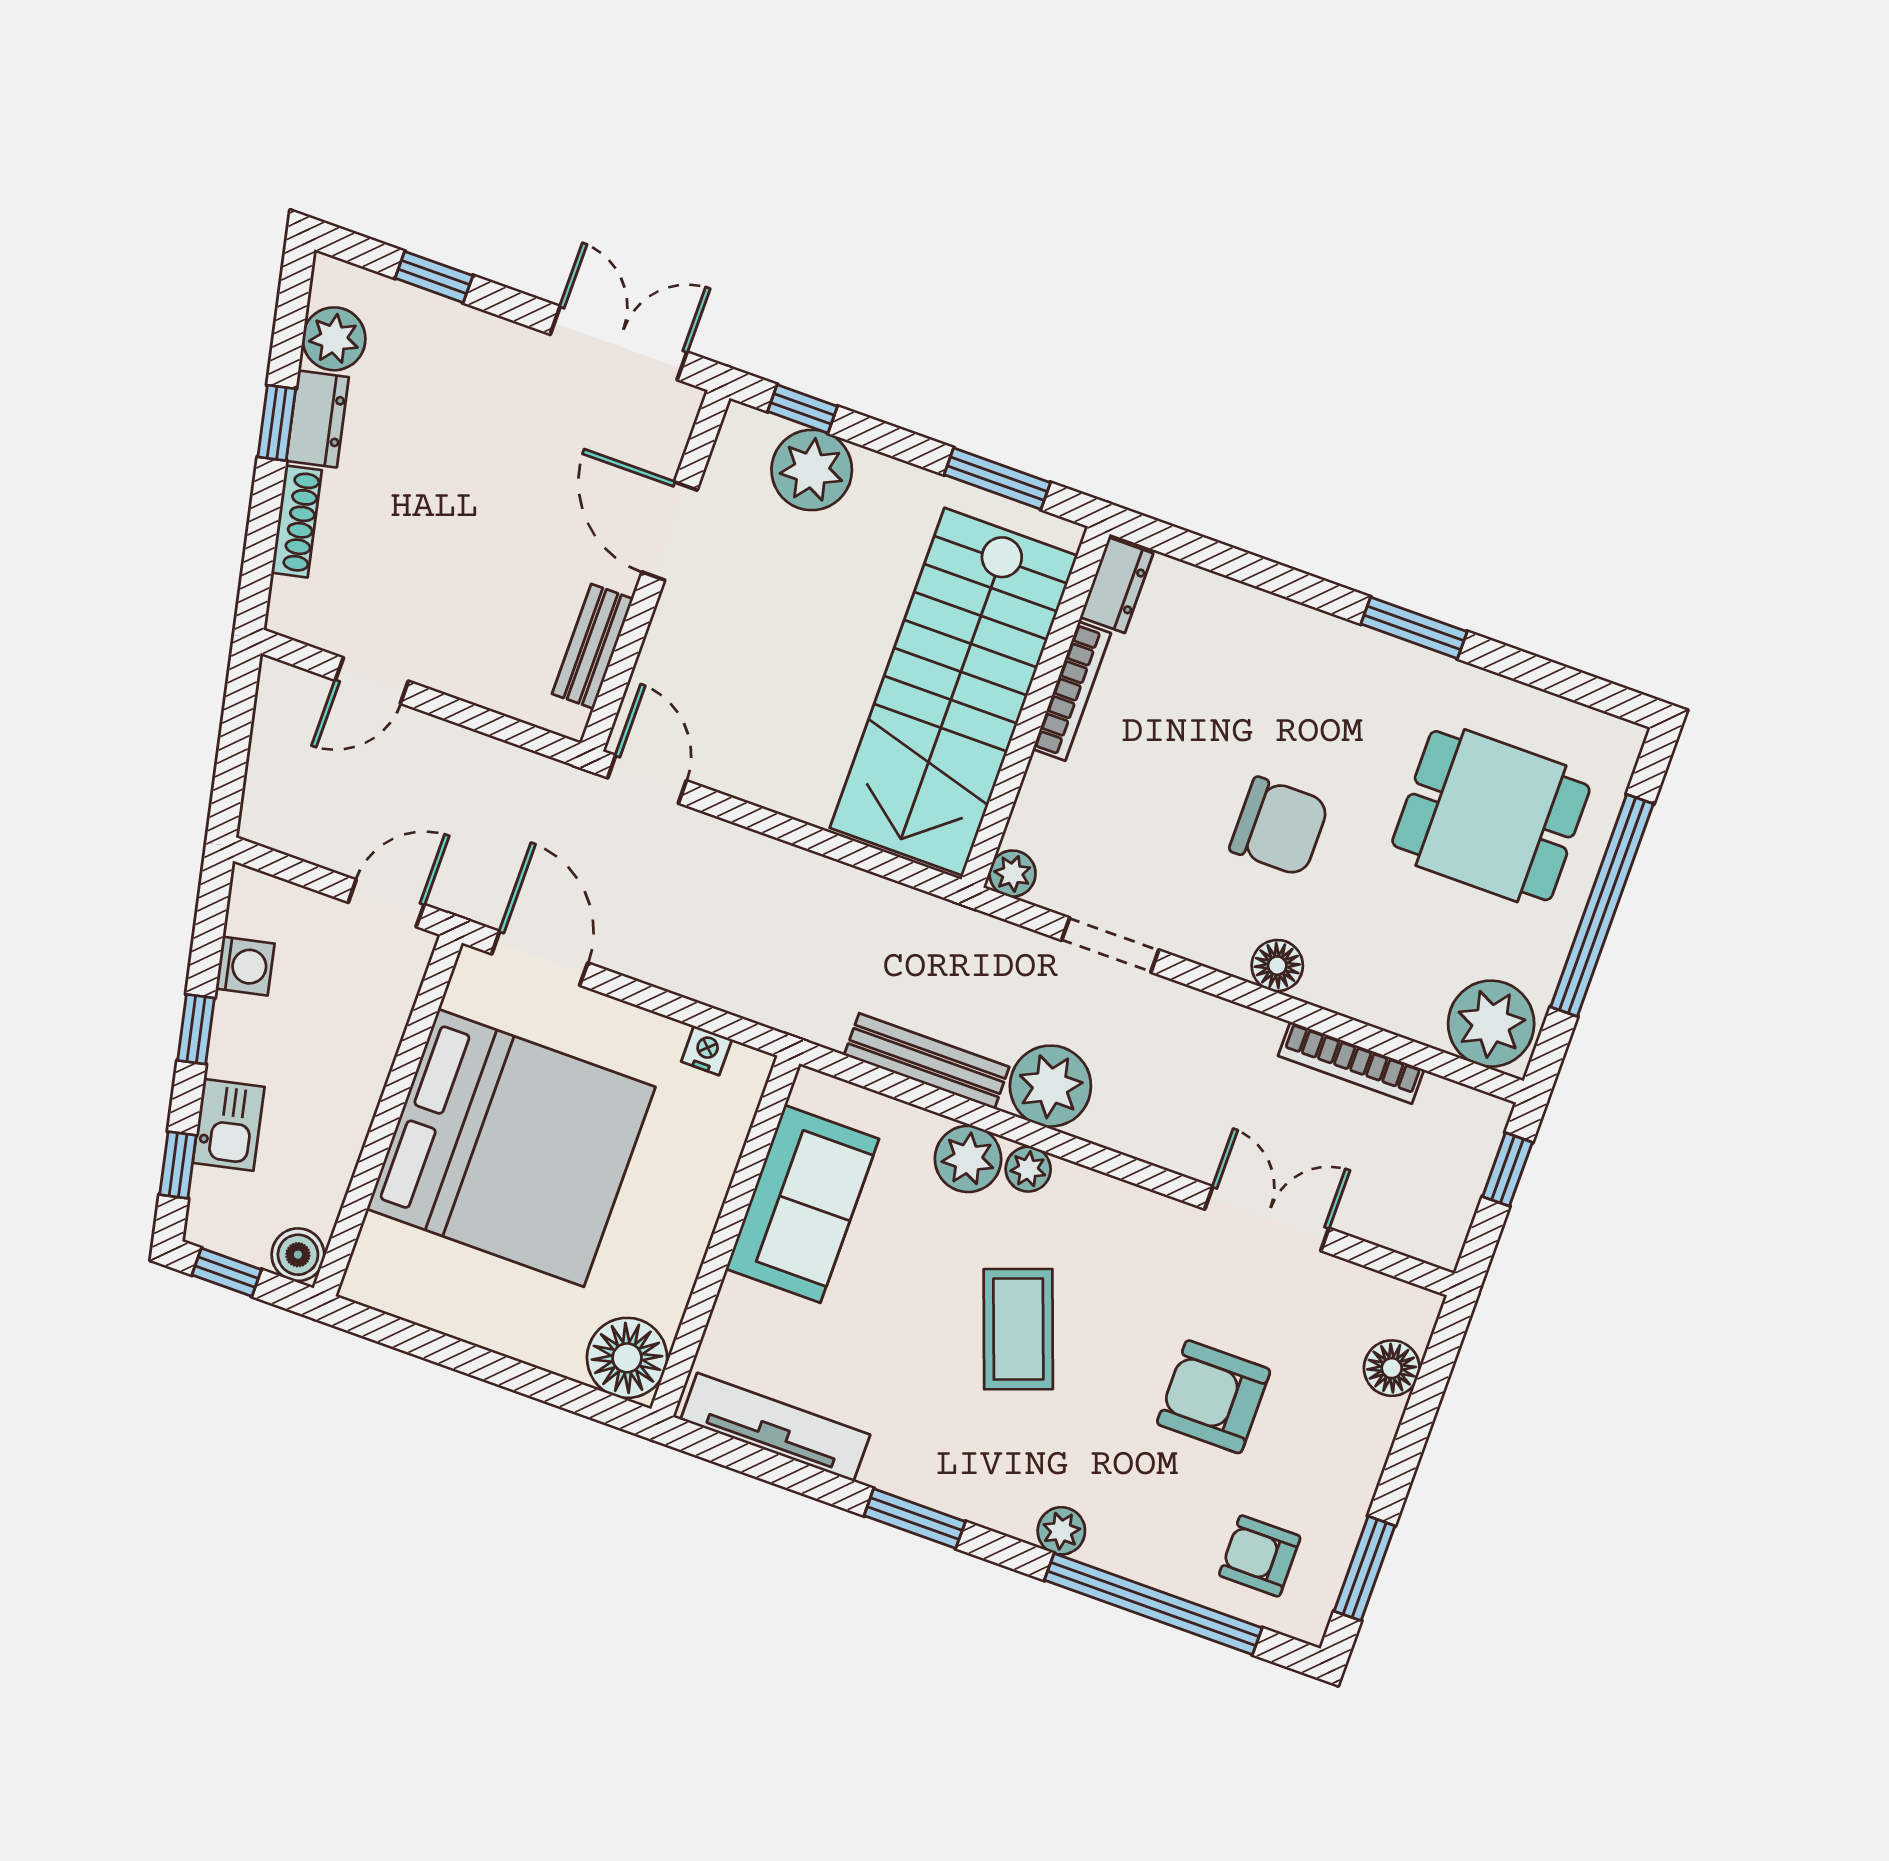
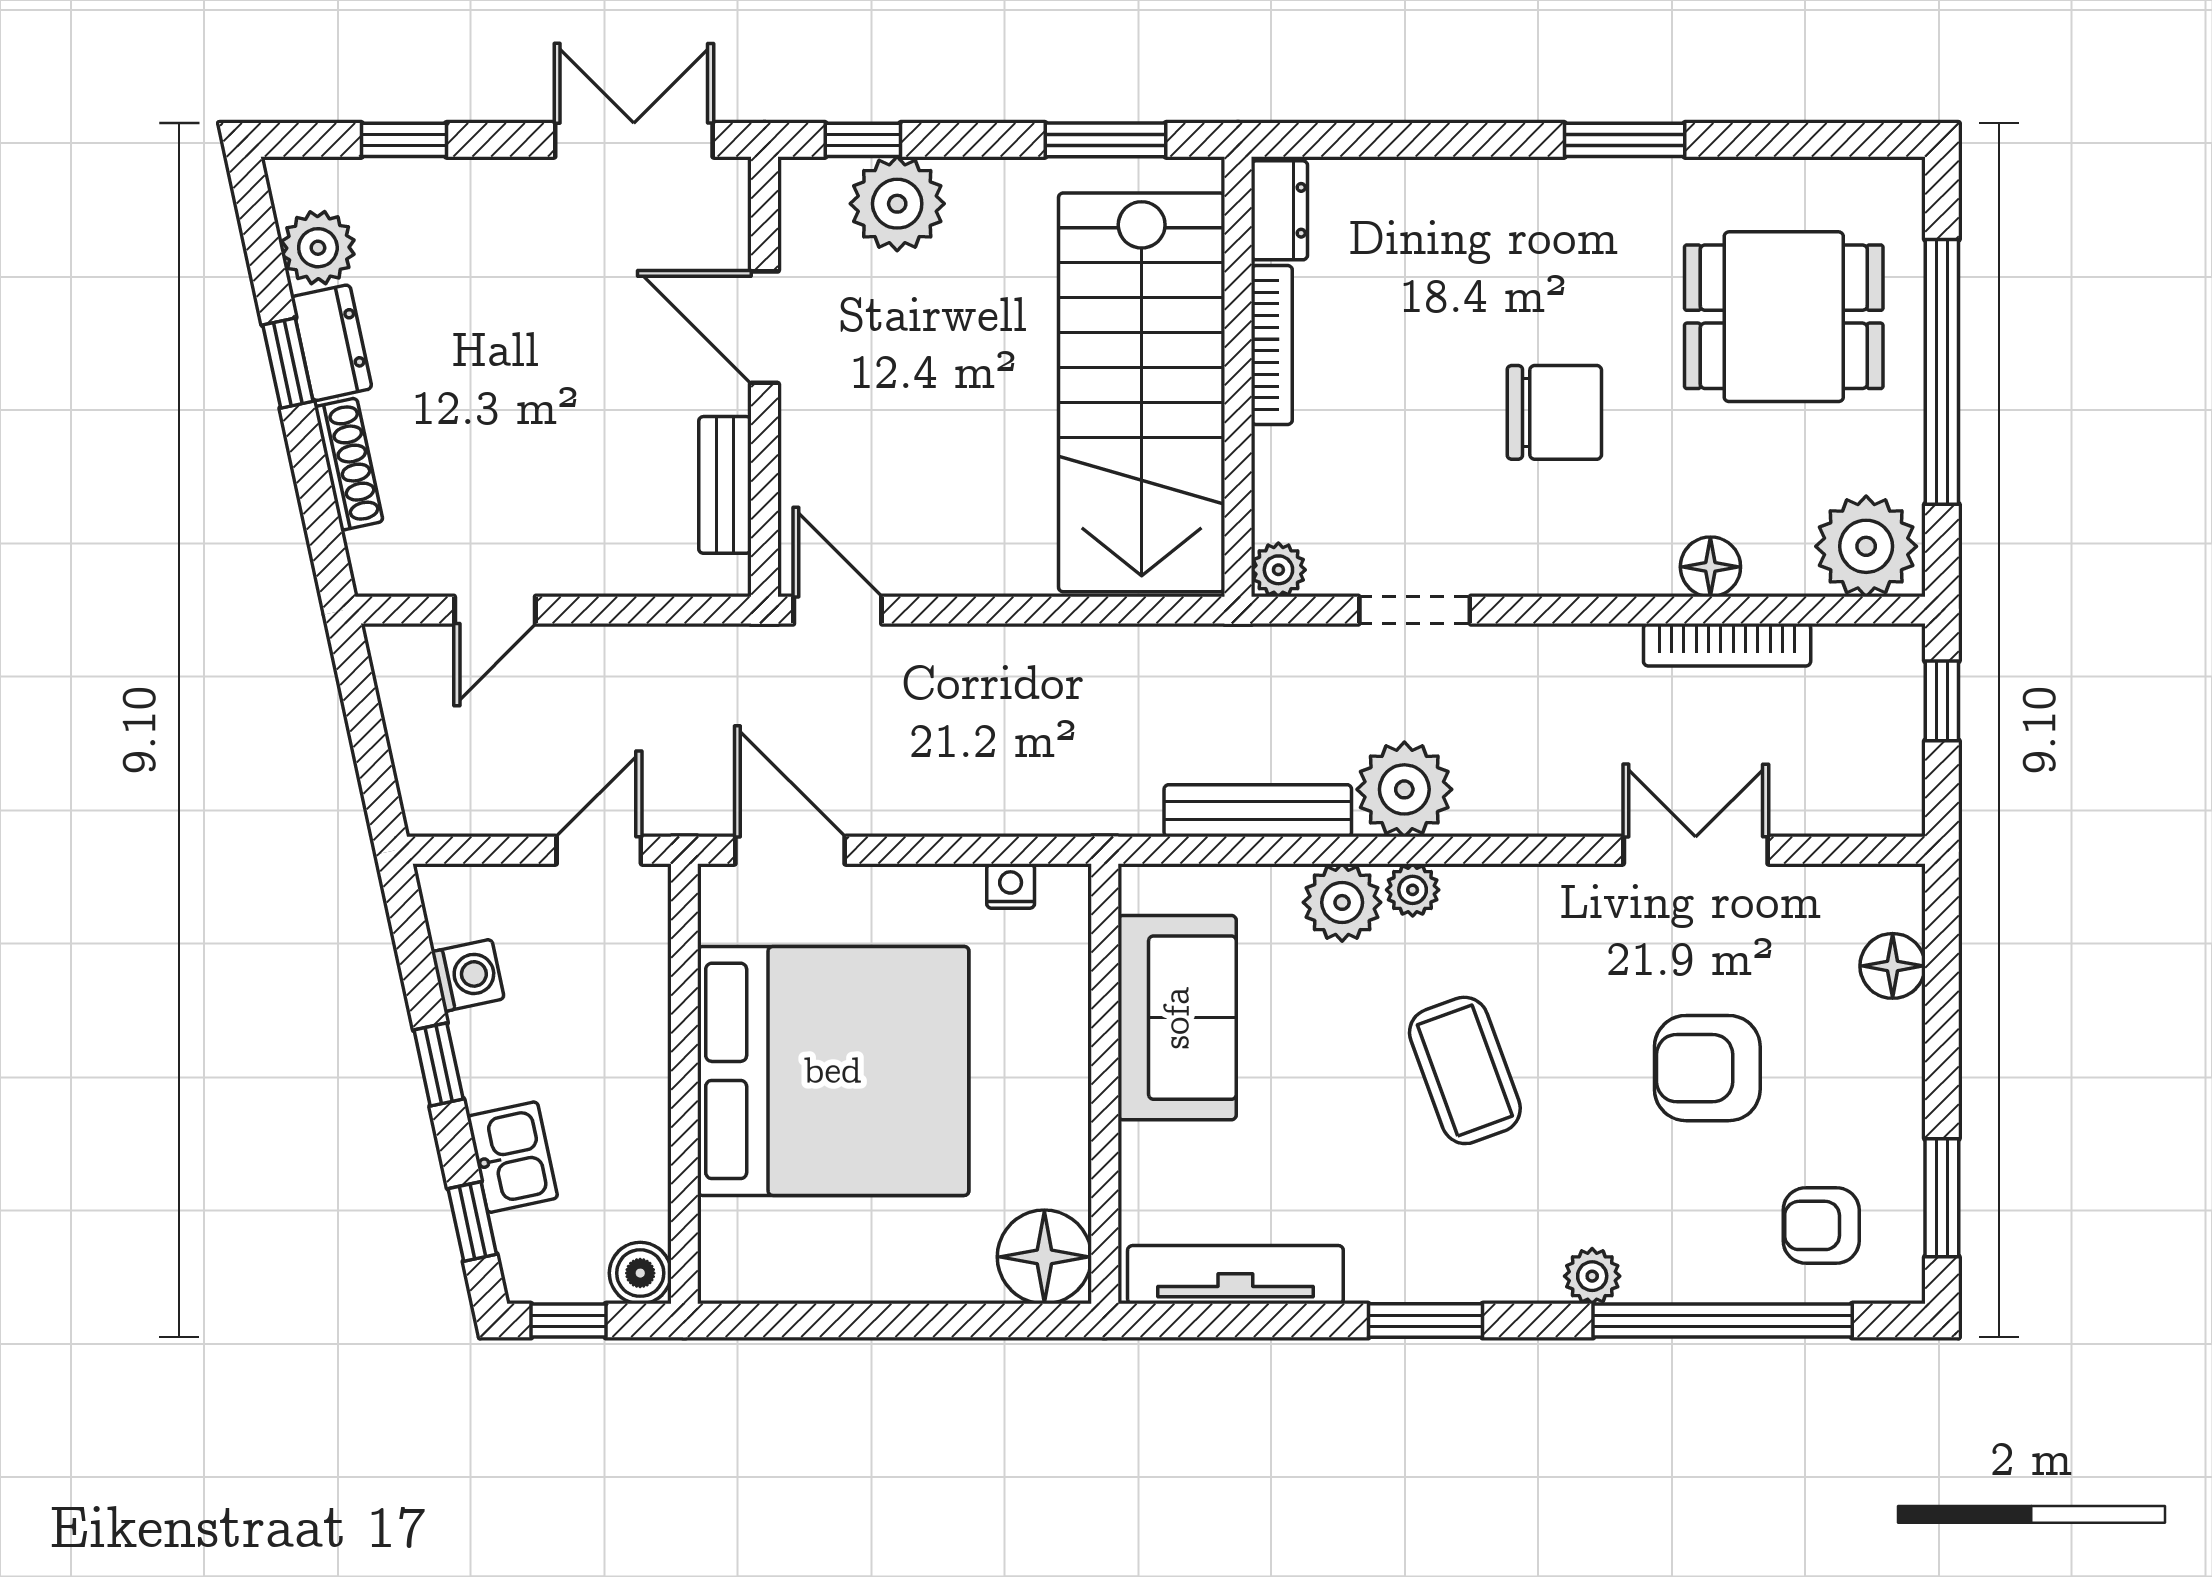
floor lamp: (1277, 966) -> (1710, 567), moved

